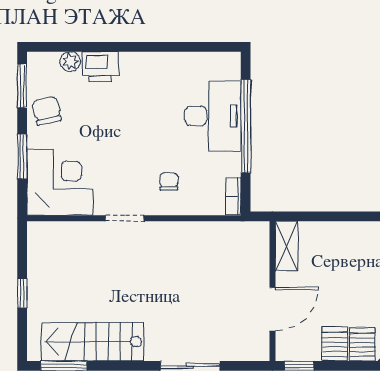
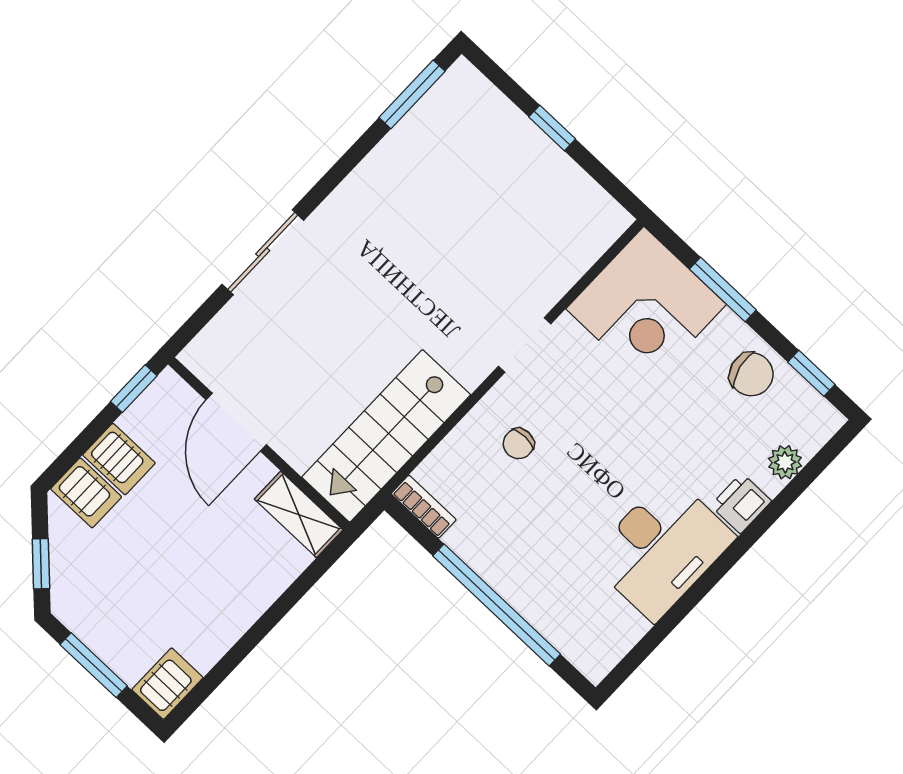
printer: (100, 67) -> (741, 503), width x0.73, depth x0.81
window: (22, 86) -> (811, 373), width x0.67
desk: (213, 116) -> (661, 548), moved, turned -90
chair: (169, 181) -> (519, 444), turned 90
stairs: (93, 342) -> (386, 436), moved, turned 180

